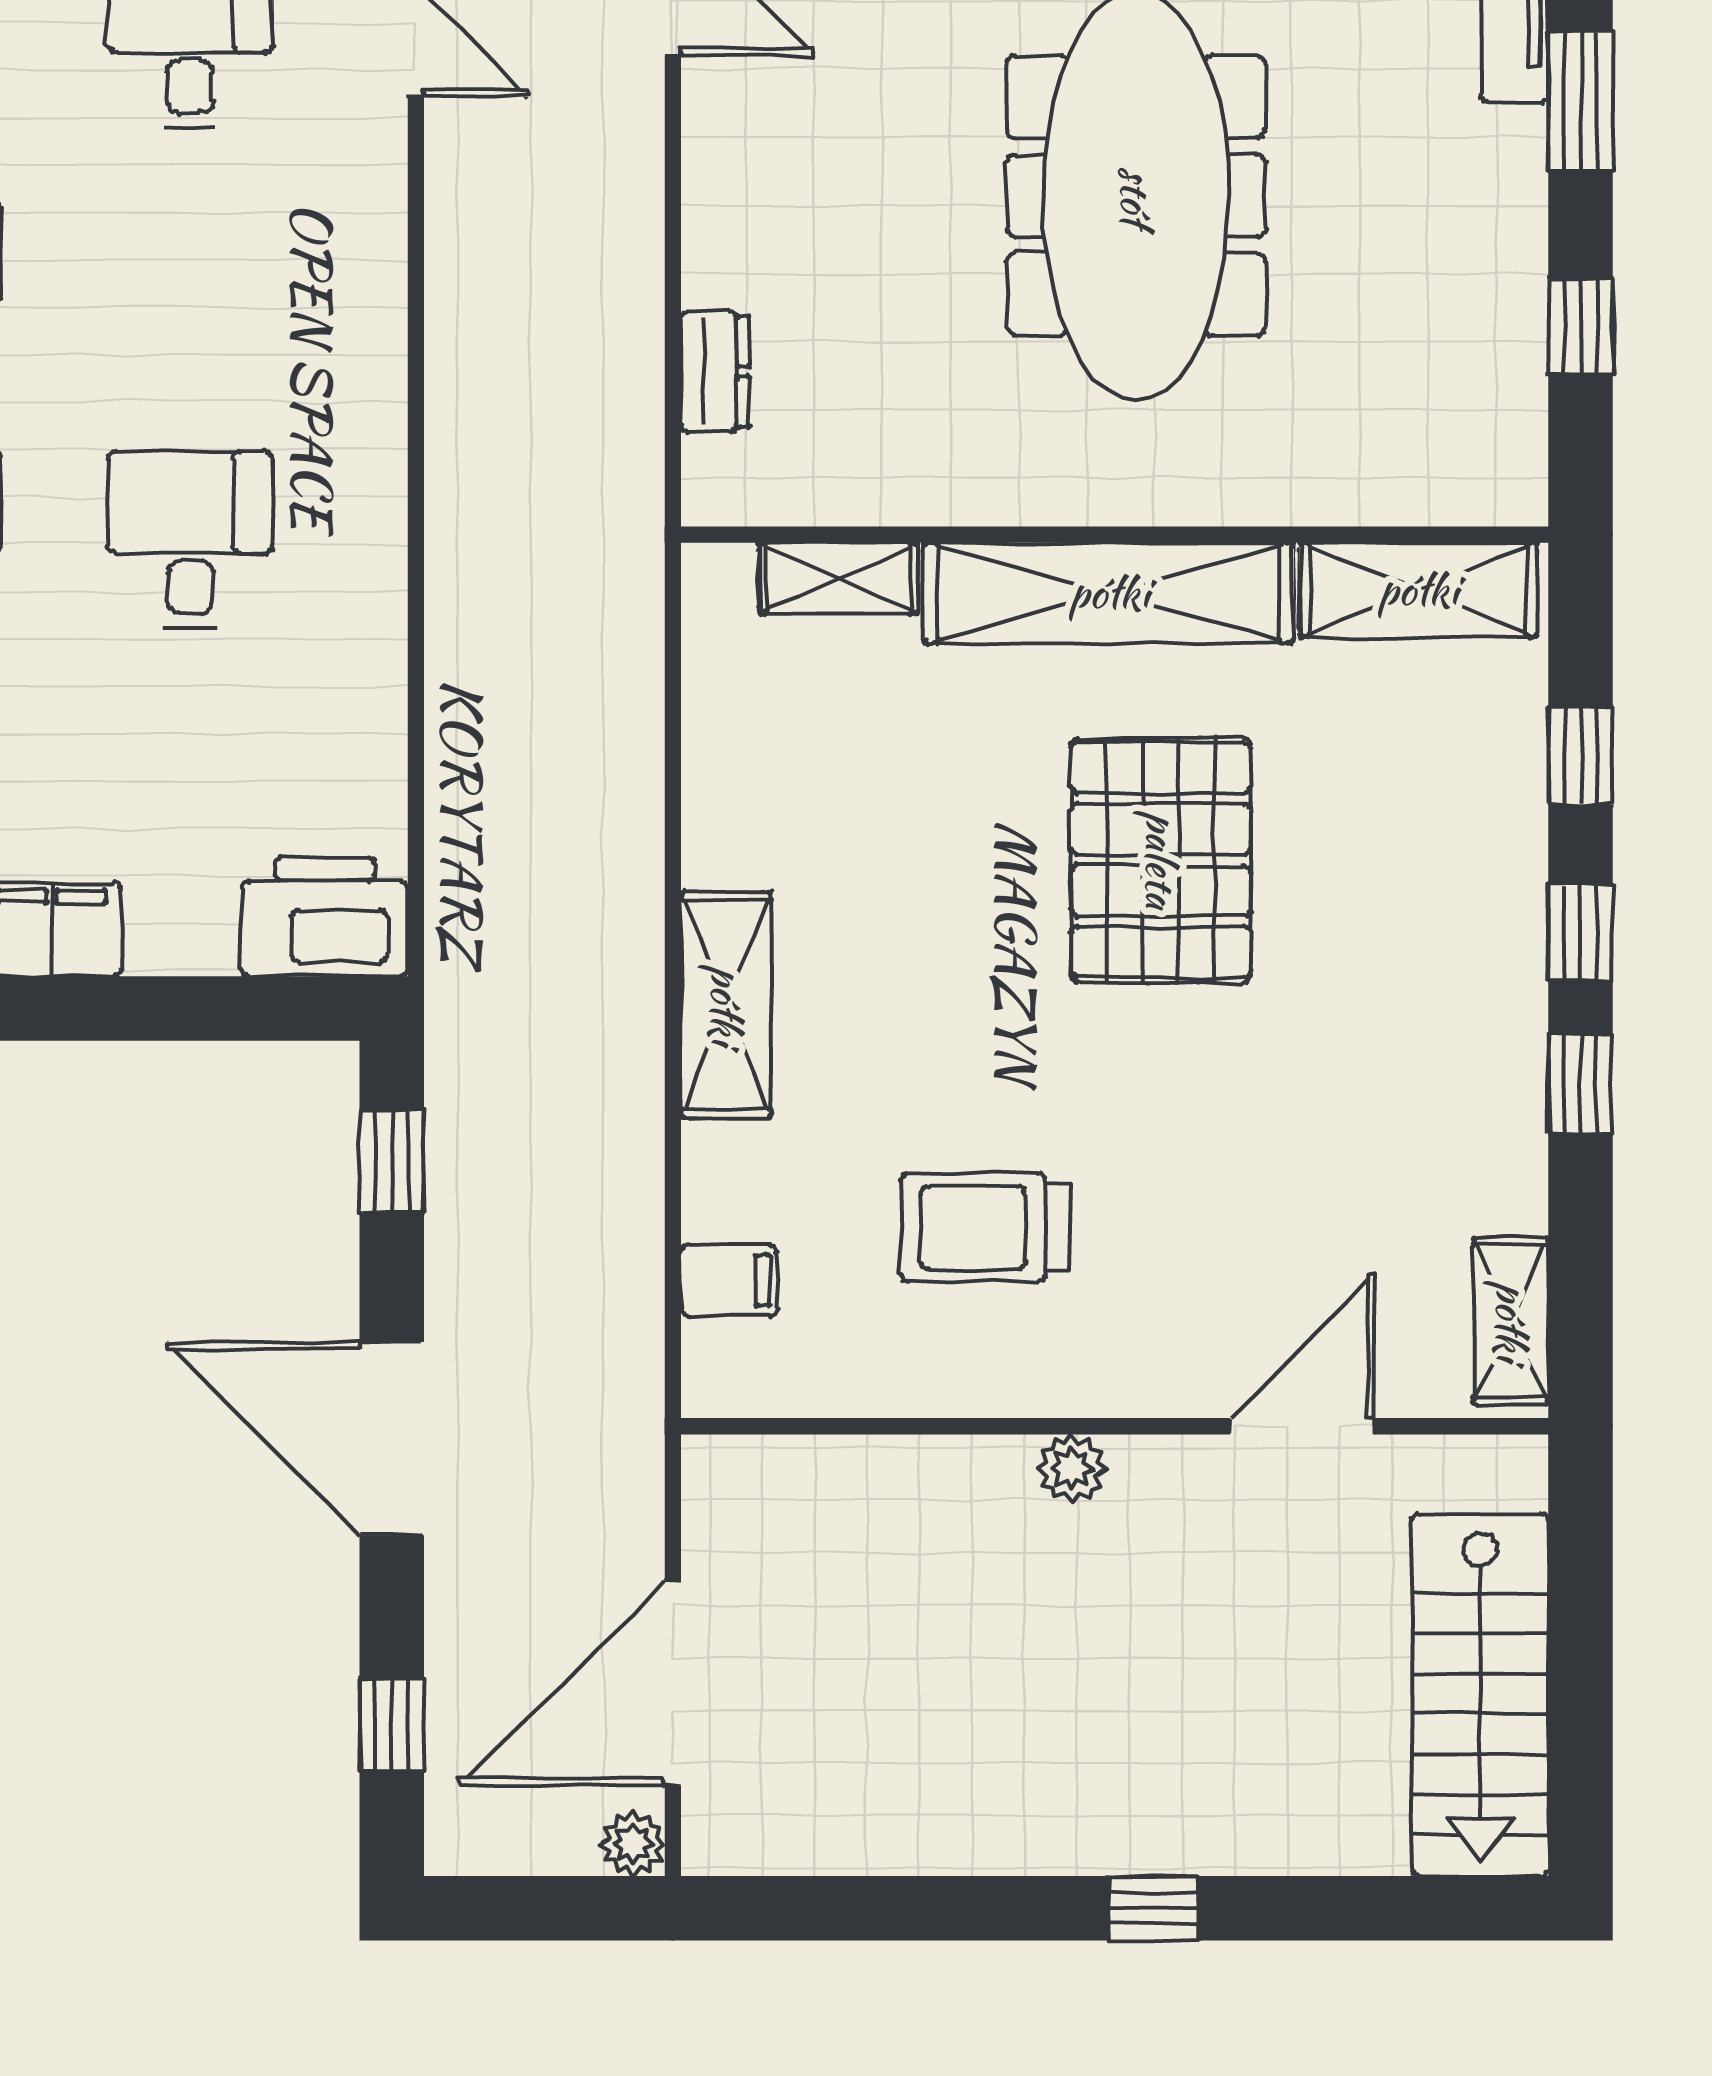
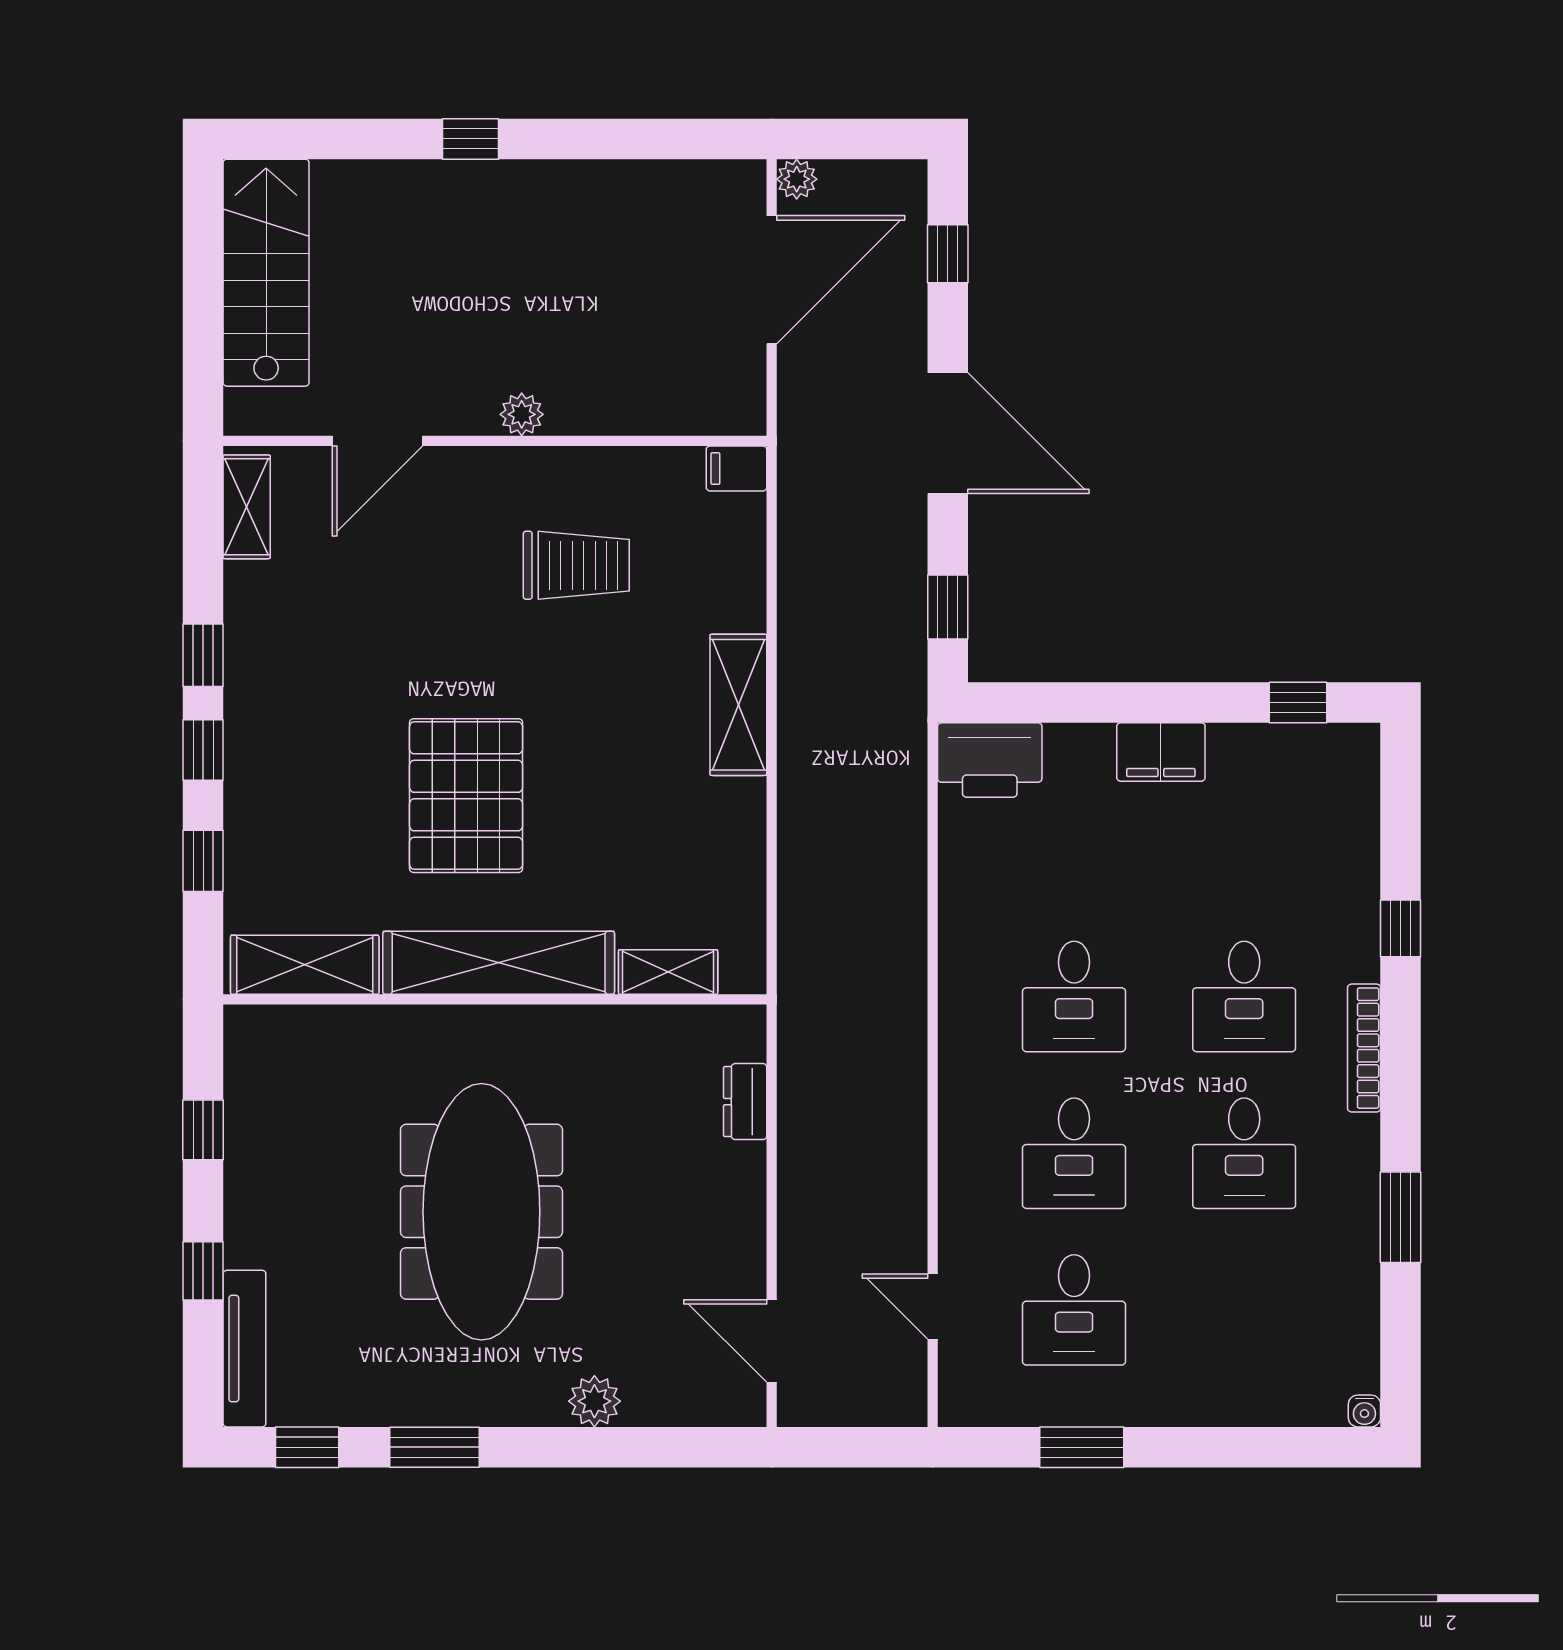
window: (1581, 101) -> (203, 1271), width x0.67
desk: (190, 289) -> (1074, 1153), added
filing cabinet: (729, 1280) -> (736, 468), moved

